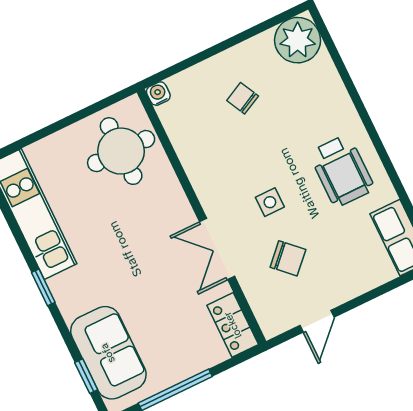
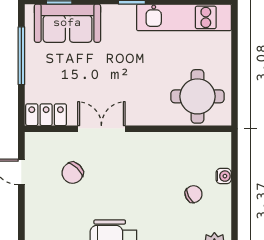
water cooler: (158, 94) -> (224, 176), moved
side table: (270, 202) -> (116, 179), removed

